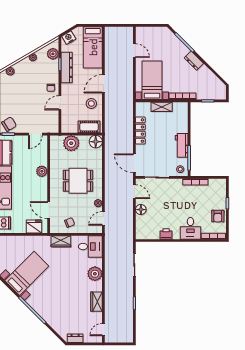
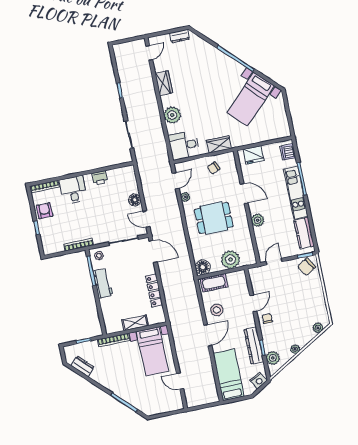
dresser: (194, 61) -> (83, 366), moved
door: (49, 210) -> (244, 193), moved

